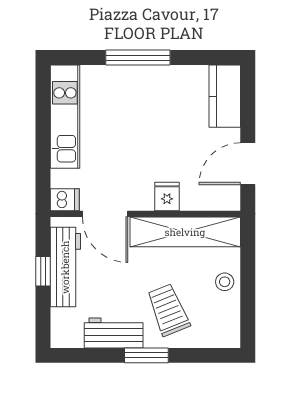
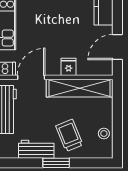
door: (105, 214) -> (31, 77), swing flipped
stool: (225, 282) -> (104, 133), moved

